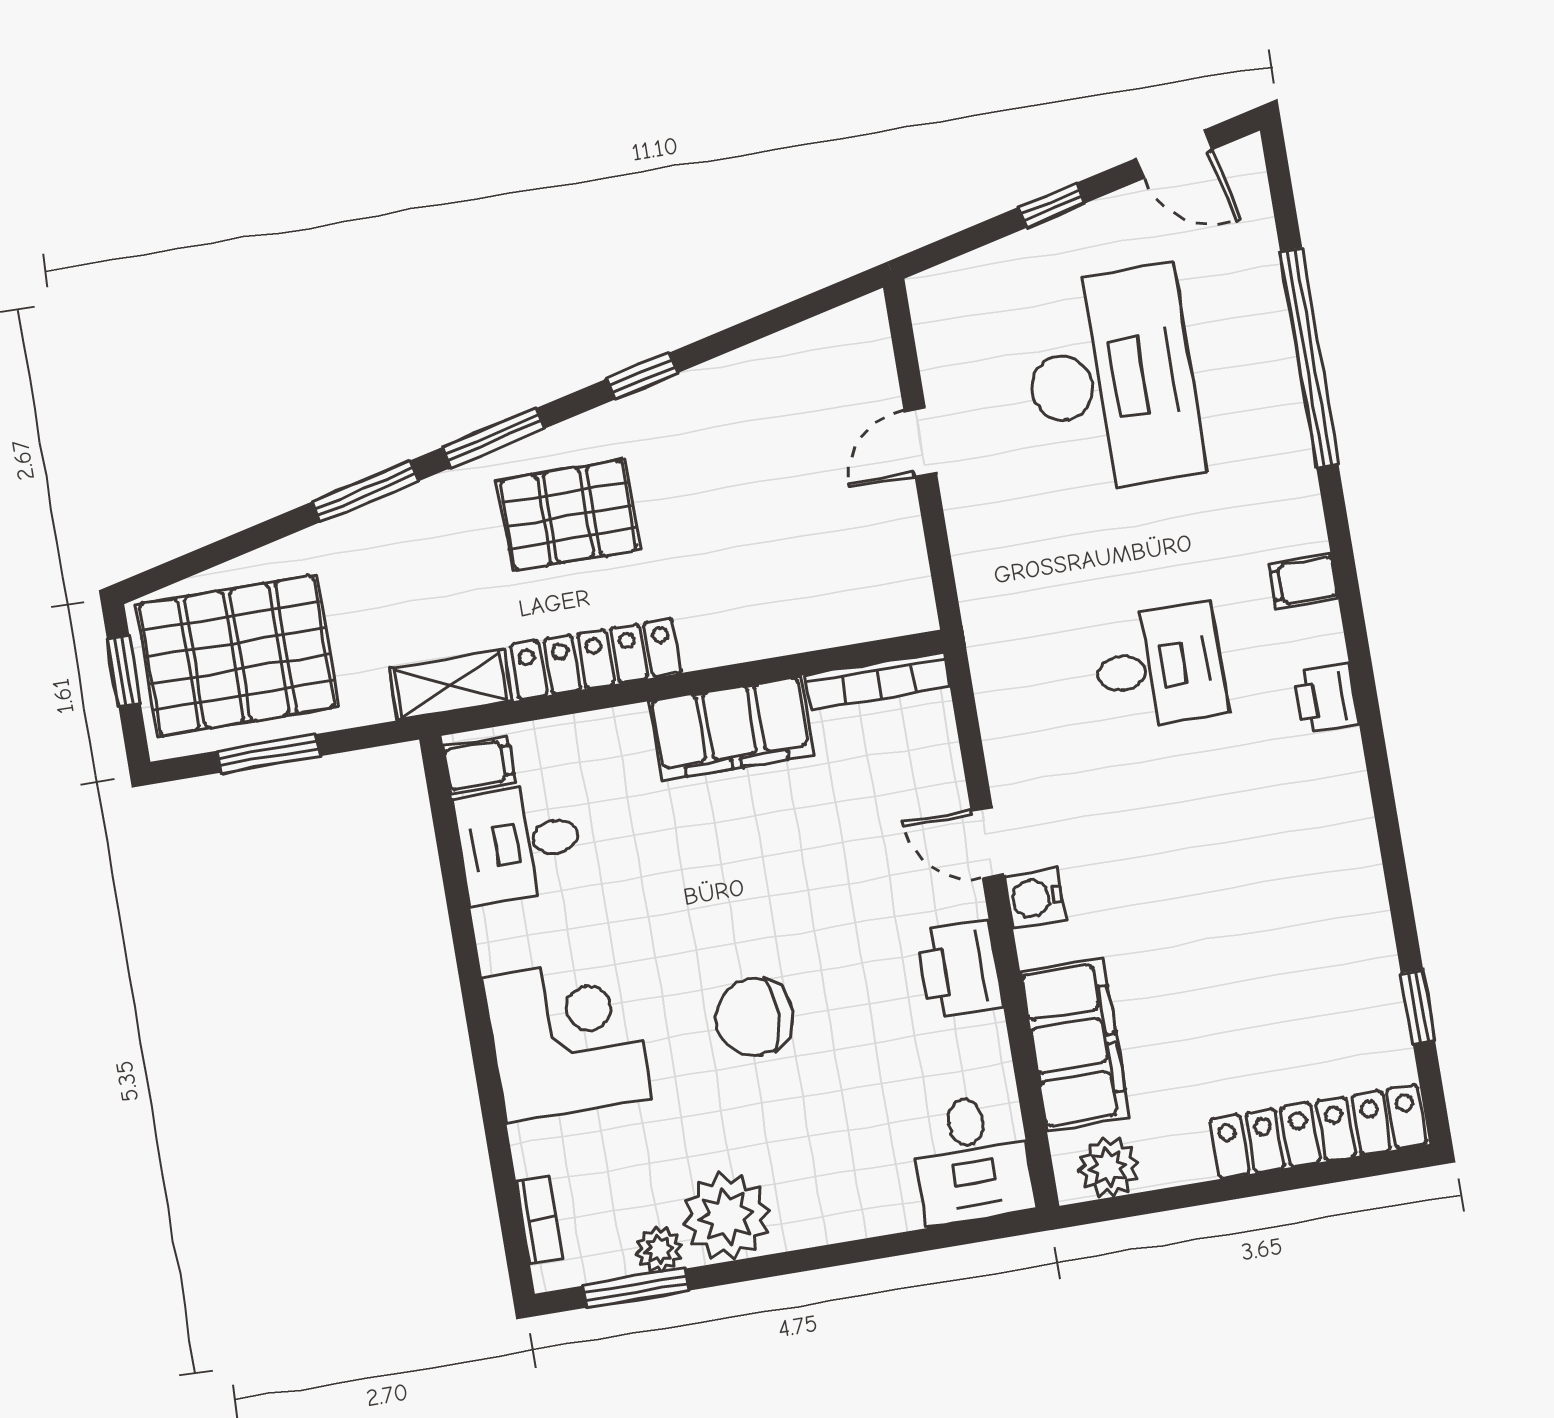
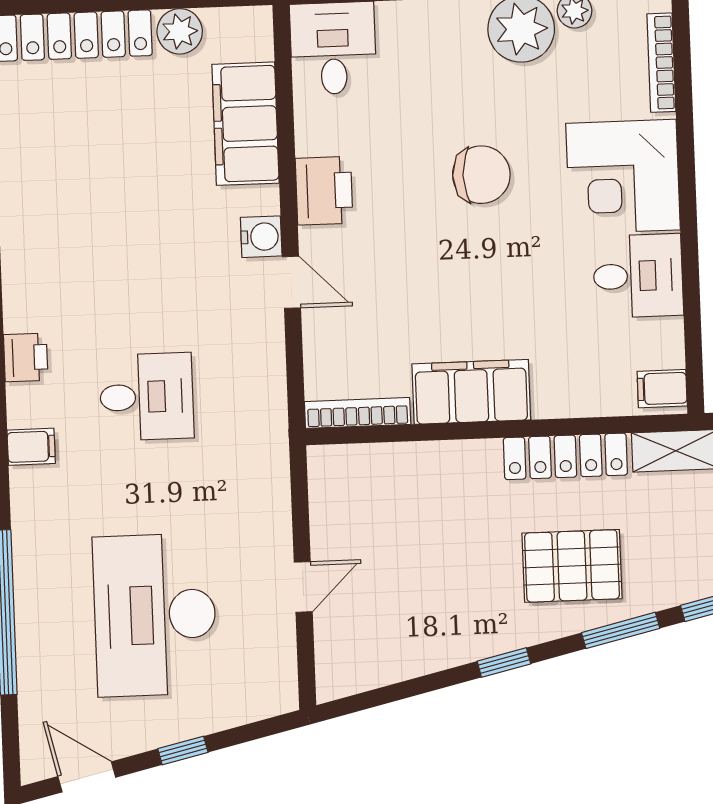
desk: (1159, 667) -> (147, 397), turned 180
desk: (519, 843) -> (638, 276), moved
plant: (1108, 1167) -> (180, 31), moved
bookcase: (539, 1219) -> (661, 63), width x1.56

